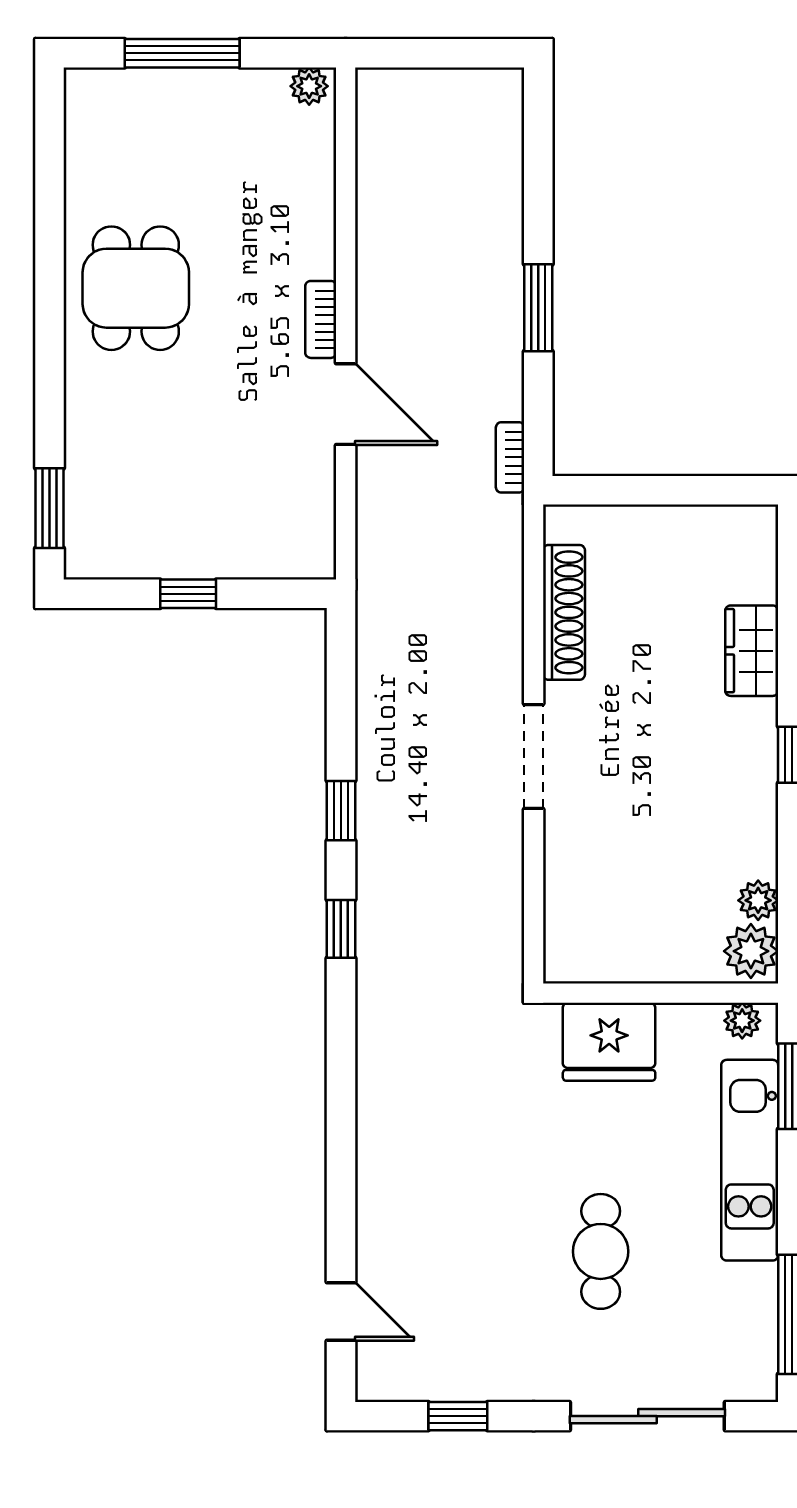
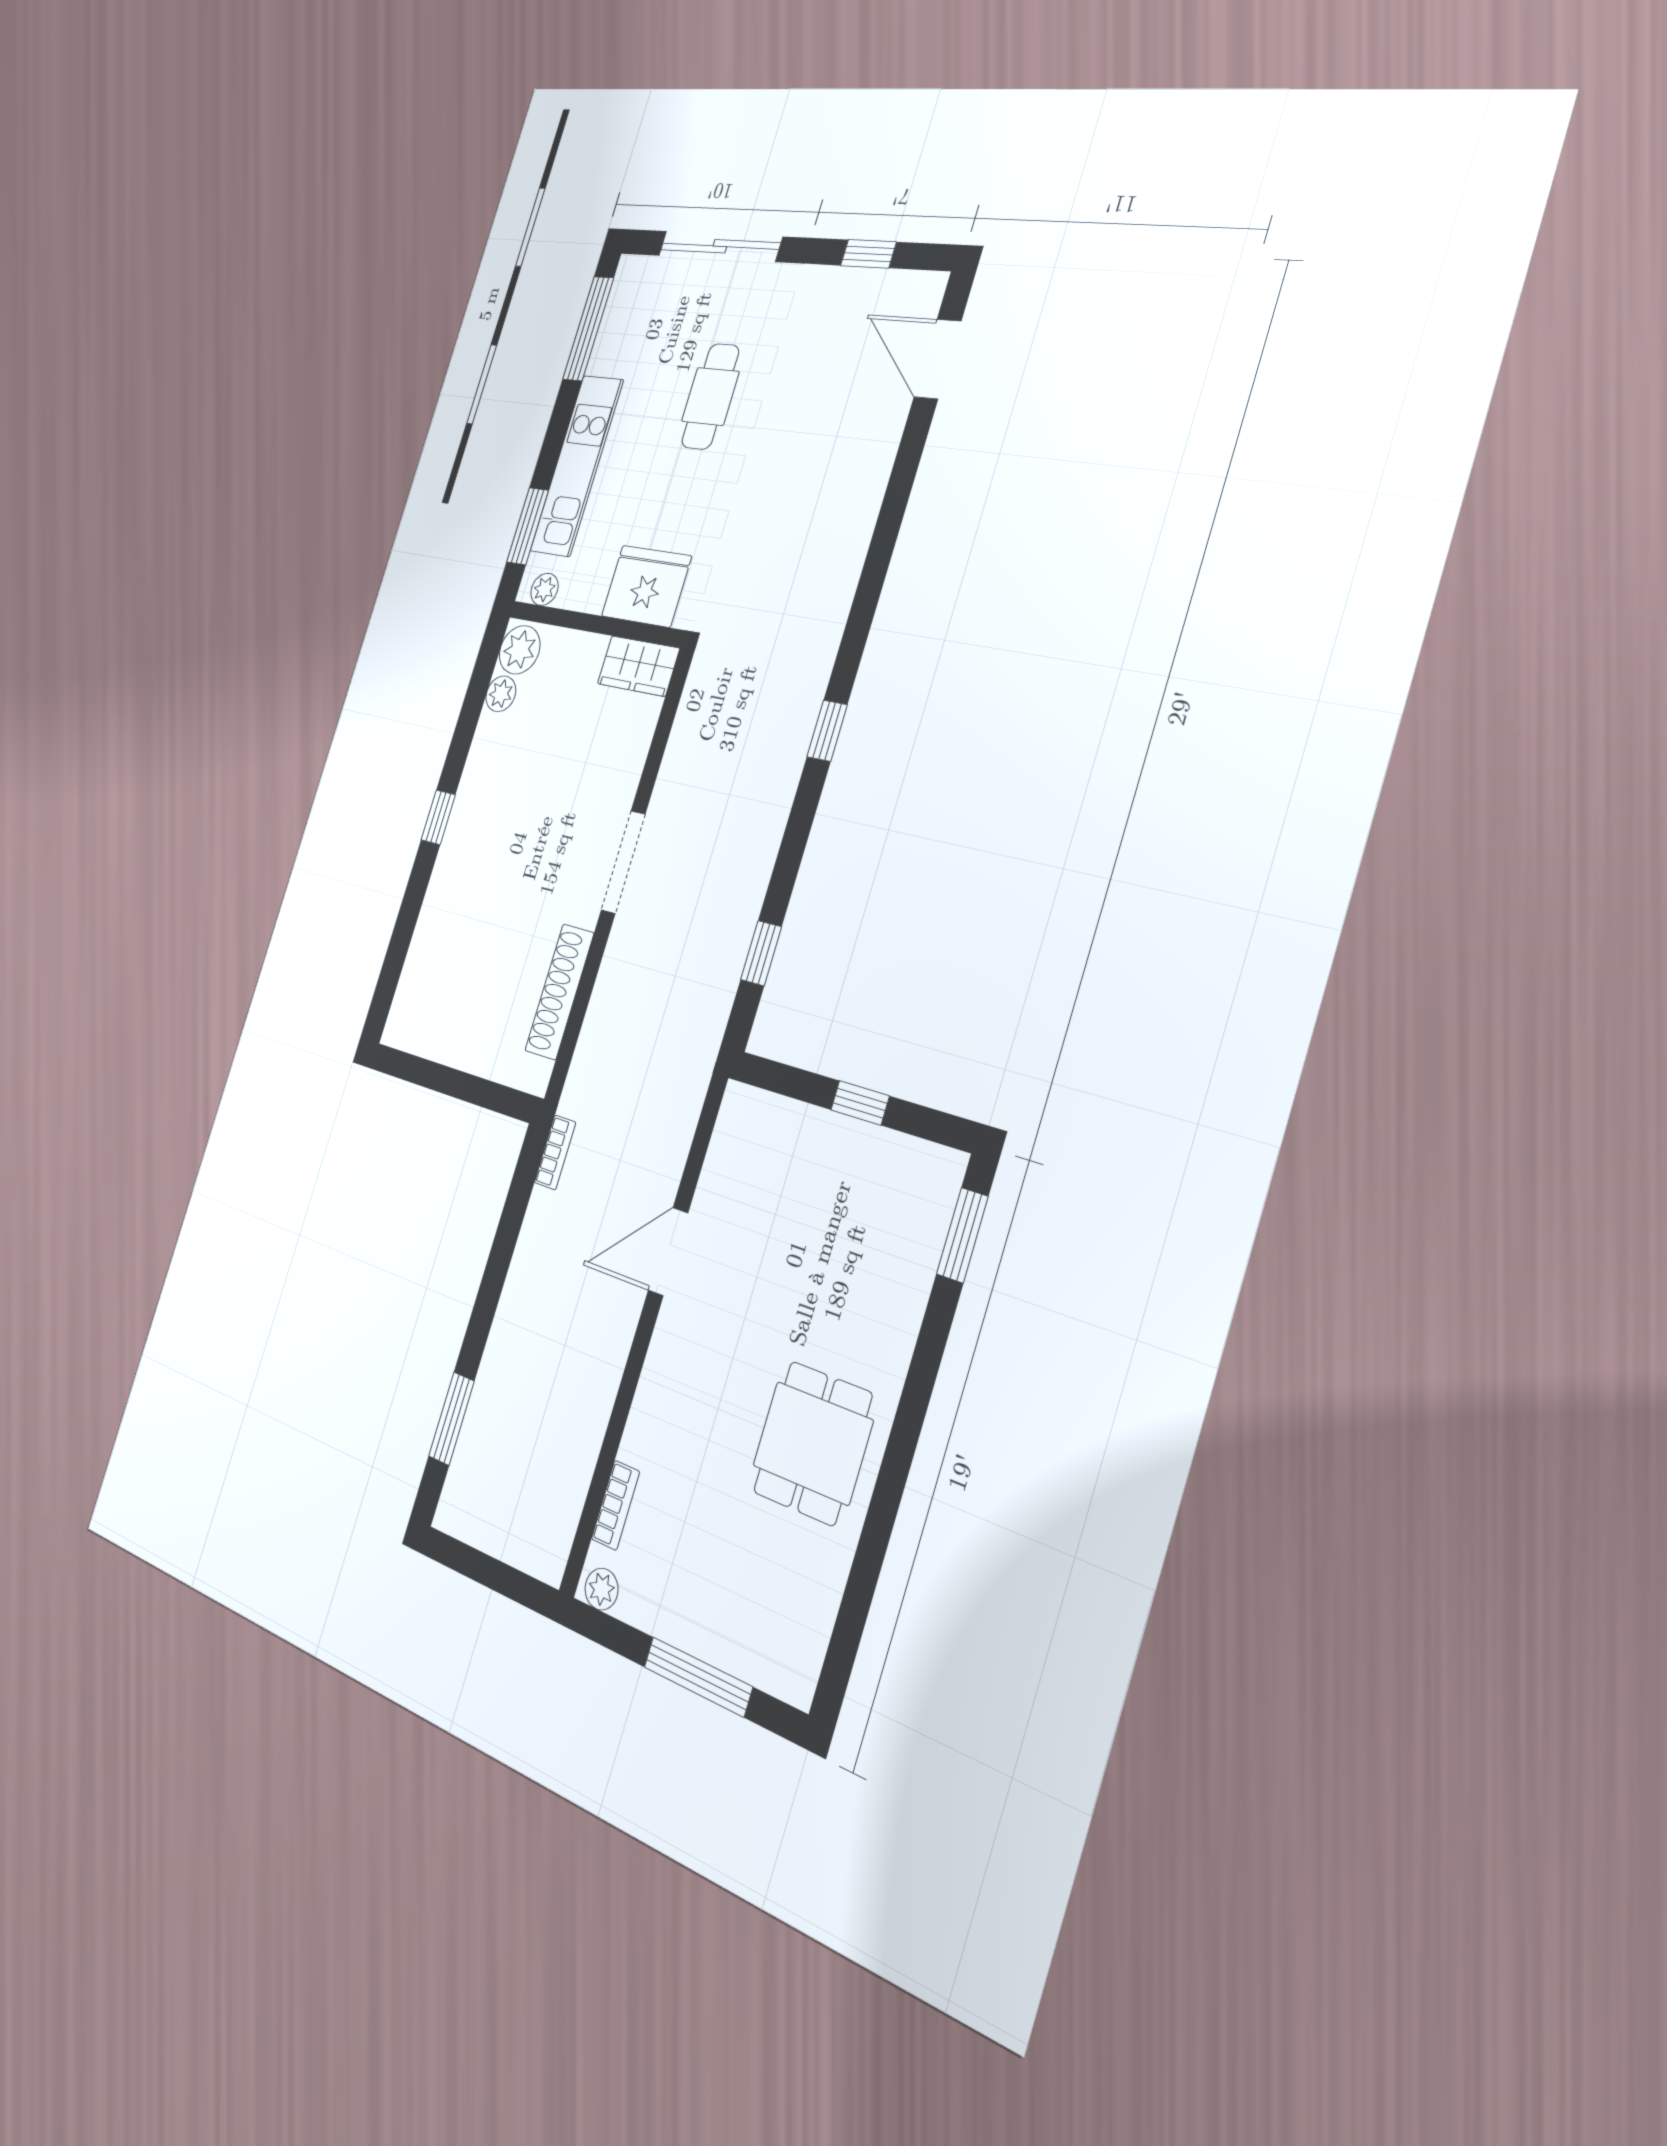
window: (538, 308) -> (452, 1419), moved
bookcase: (321, 319) -> (616, 1505), moved
door: (346, 404) -> (668, 1252), hinge flipped
wardrobe: (752, 651) -> (638, 666), moved, turned 90
window: (341, 811) -> (761, 953), moved
door: (341, 1312) -> (937, 359), width x1.38

